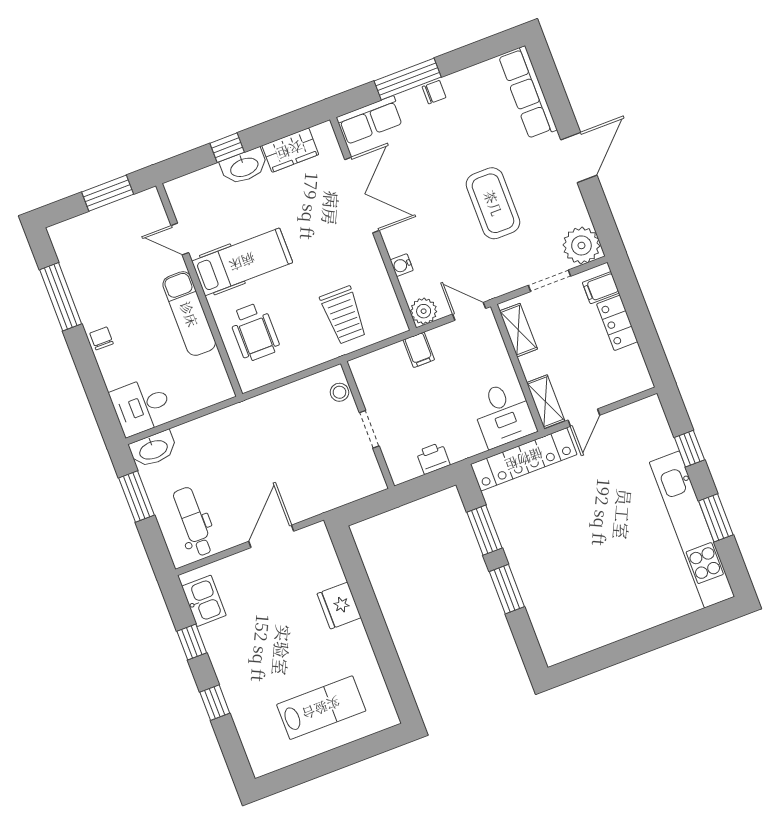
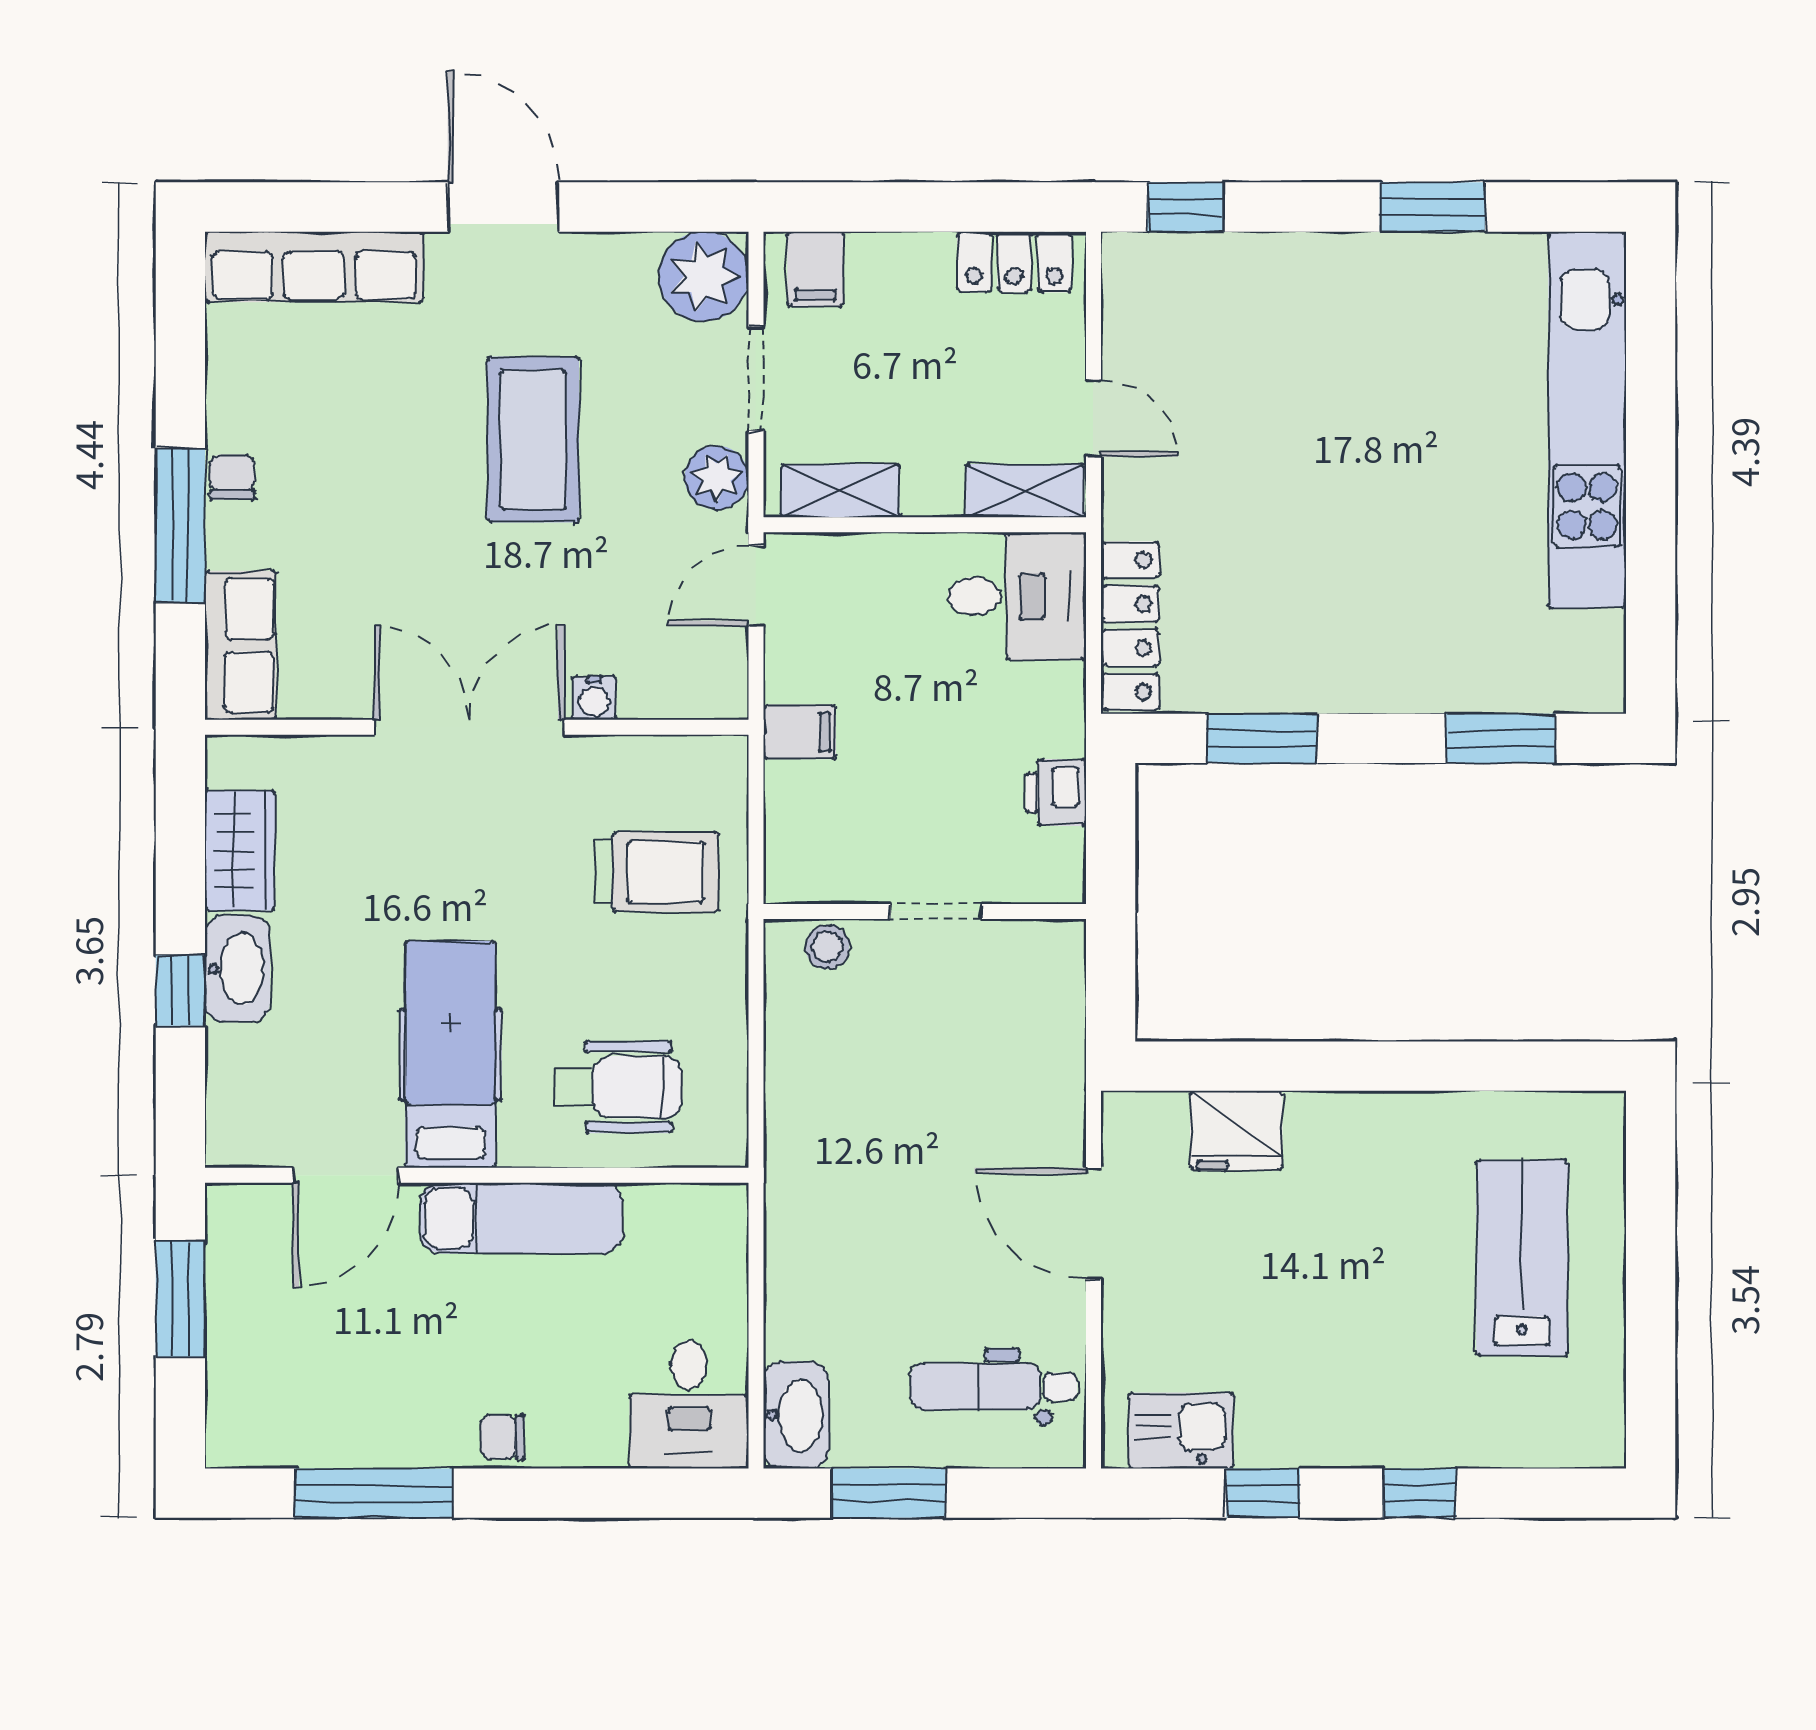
double door: (362, 195) -> (469, 727), moved
coffee table: (493, 203) -> (533, 440), turned 90
door: (180, 239) -> (346, 1175), width x1.38
plant: (424, 311) -> (717, 478), moved
locker: (617, 323) -> (1014, 262), moved
window: (689, 449) -> (1186, 207), moved
locker: (524, 459) -> (1130, 626), width x0.71, depth x0.83
kitchen unit: (692, 529) -> (1587, 420), moved, turned 90
window: (507, 589) -> (1501, 738), moved
fridge: (339, 606) -> (1236, 1130), moved

